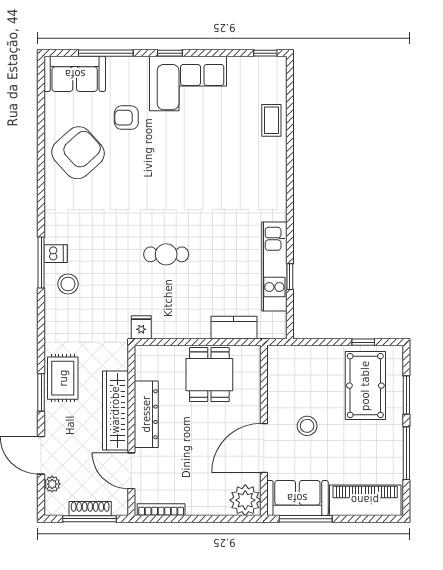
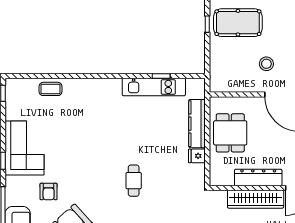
cafe table: (166, 254) -> (134, 181), moved
fridge: (141, 327) -> (197, 156), moved
kitchen counter: (234, 328) -> (197, 124), width x1.50
dining table: (209, 375) -> (230, 133), turned 90

